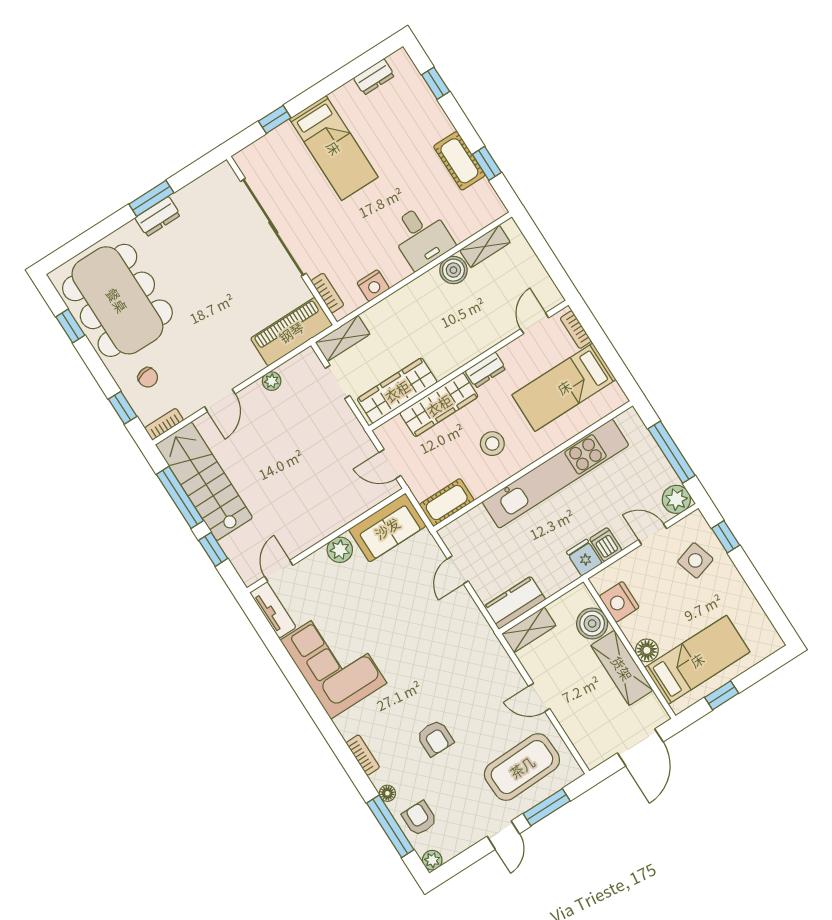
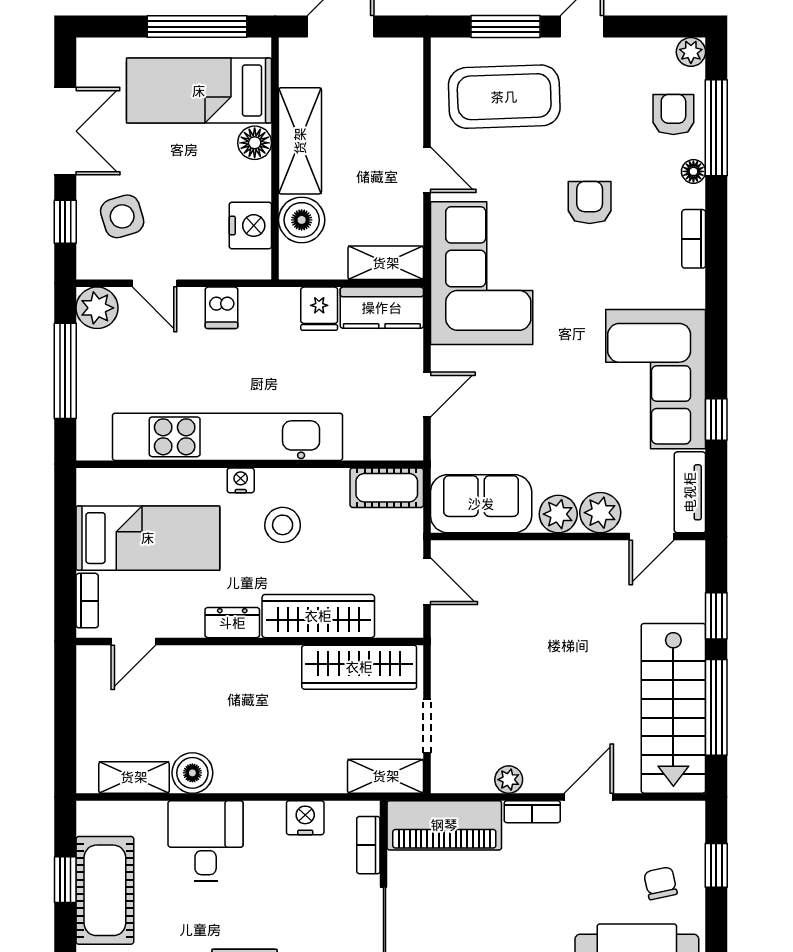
cot: (459, 161) -> (105, 890), width x1.37, depth x1.34
bookcase: (164, 424) -> (532, 812), moved
nightstand: (532, 454) -> (241, 480), added
fridge: (584, 558) -> (319, 309), moved
plant: (316, 566) -> (600, 513), added
double door: (759, 588) -> (65, 131), added
corner sofa: (471, 659) -> (482, 273), added
window: (284, 661) -> (716, 419), added
window: (722, 695) -> (197, 27), width x2.17
armchair: (419, 818) -> (673, 114), turned 180

